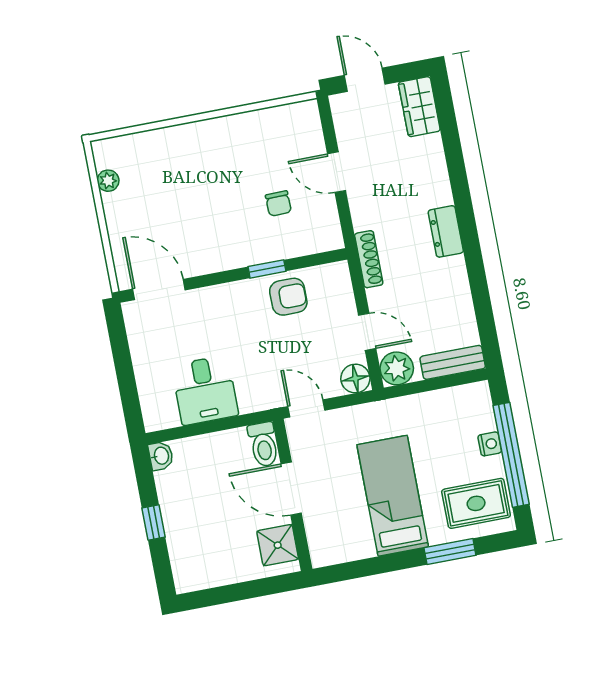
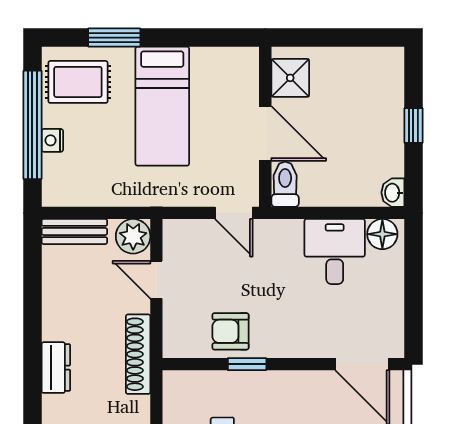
shoe rack: (369, 259) -> (138, 354), width x1.36, depth x1.24
floor lamp: (355, 378) -> (382, 234), moved

